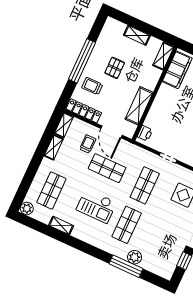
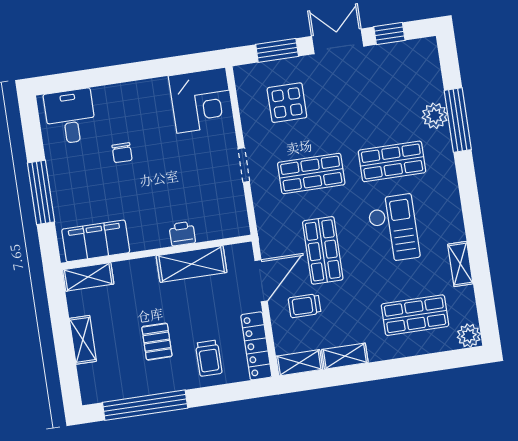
window: (82, 61) -> (145, 405), moved
pallet: (115, 68) -> (157, 342), turned 90
printer: (145, 133) -> (182, 234), moved

